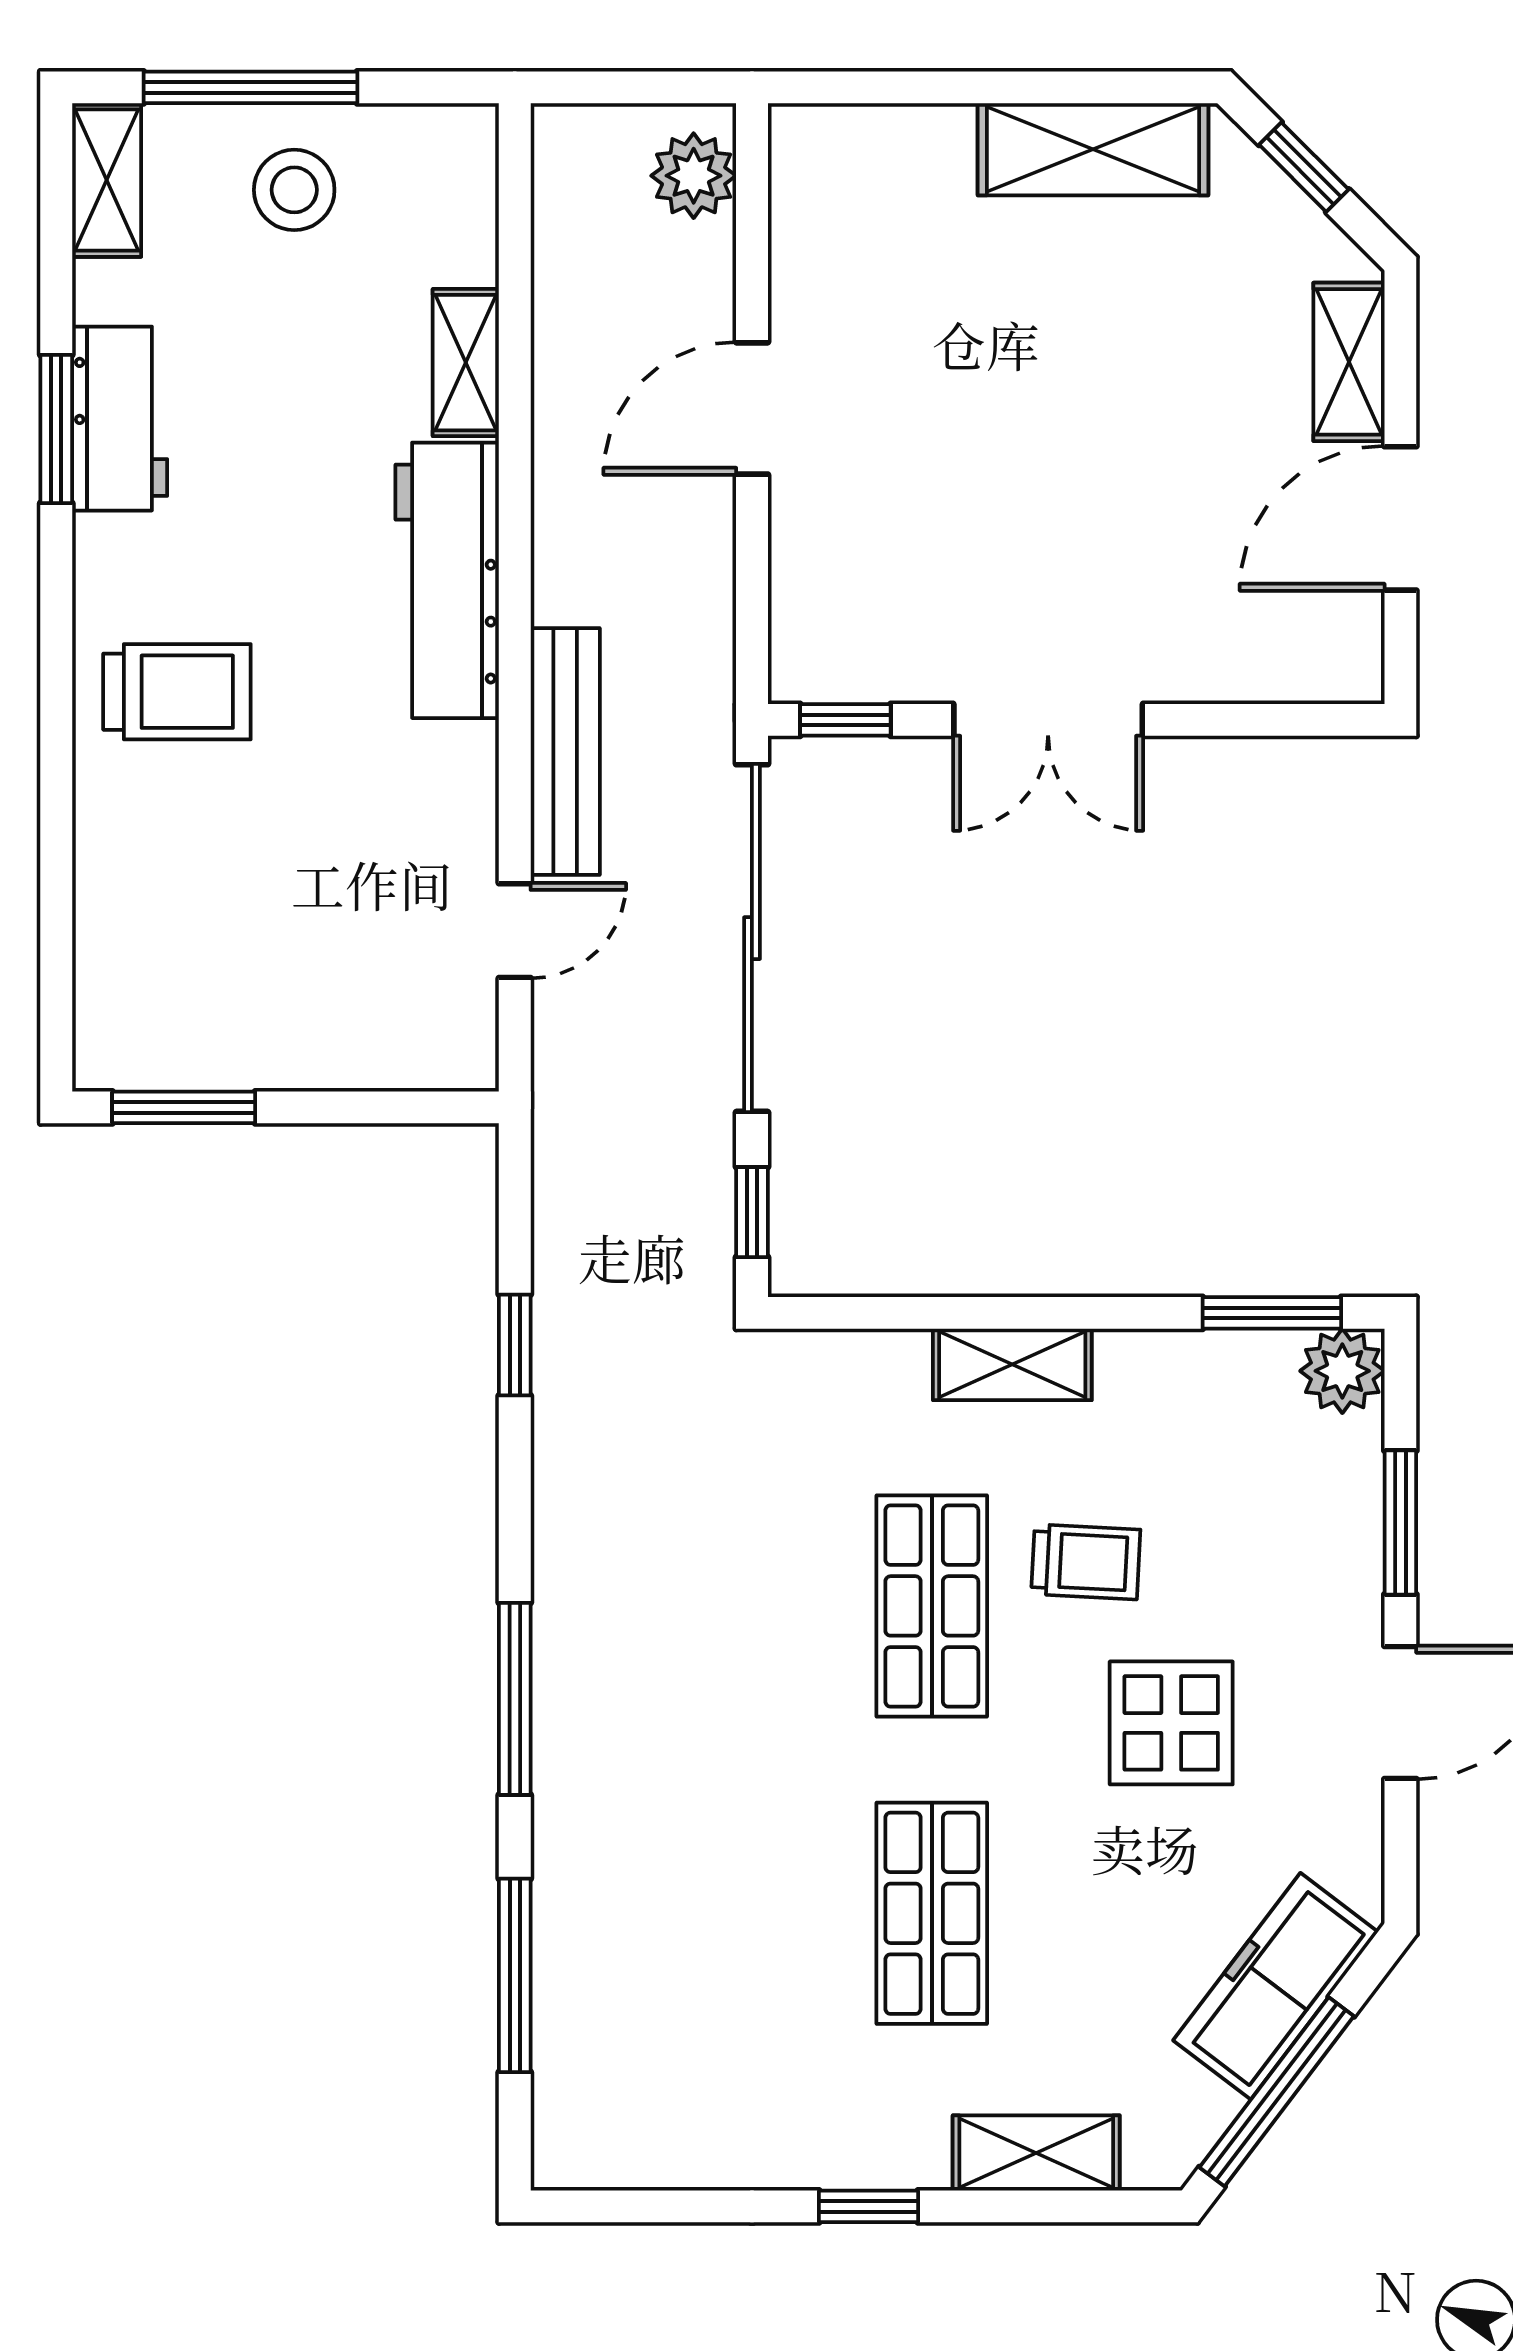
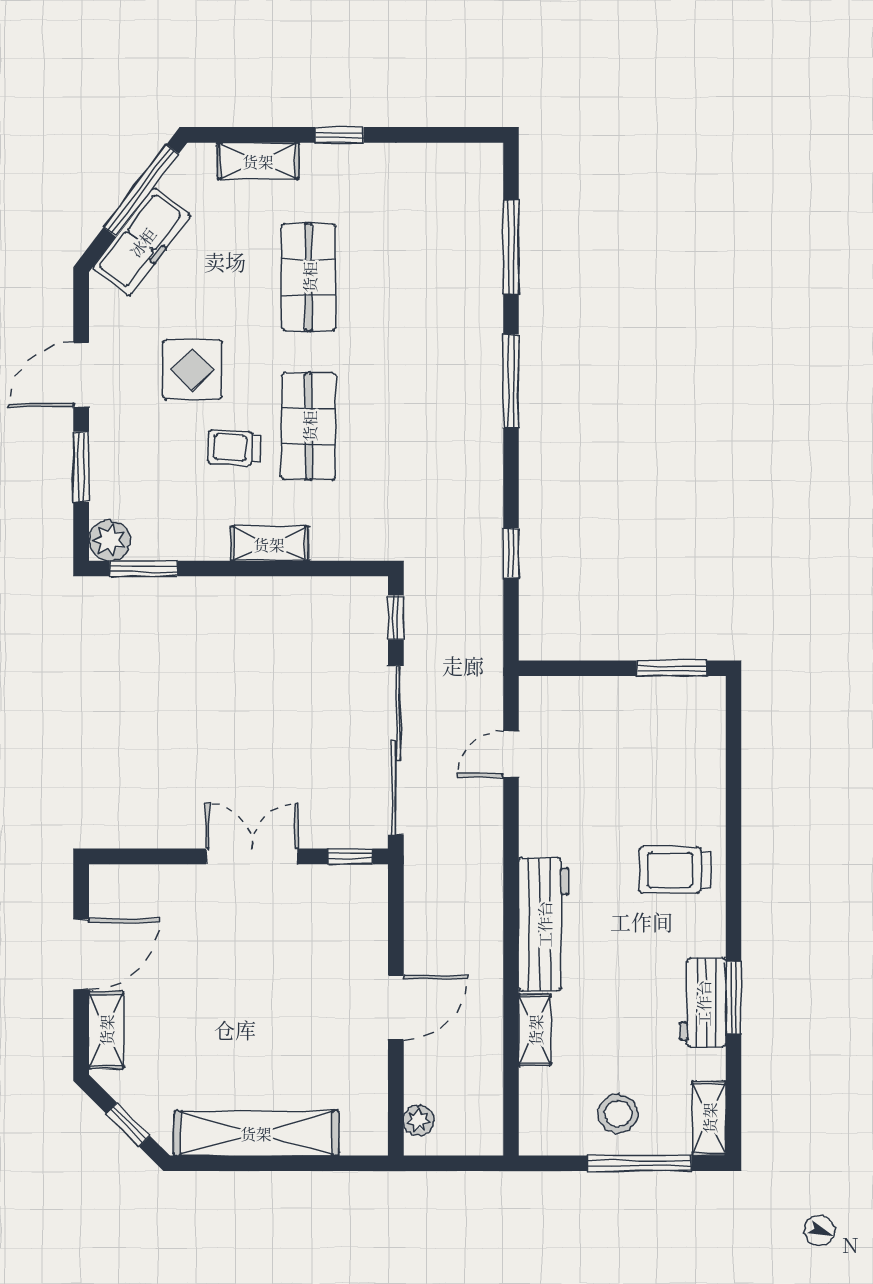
shelving: (1093, 149) -> (256, 1133), width x1.47
plant: (694, 176) -> (419, 1120), width x0.73, depth x0.73
bench: (565, 752) -> (486, 841), removed

